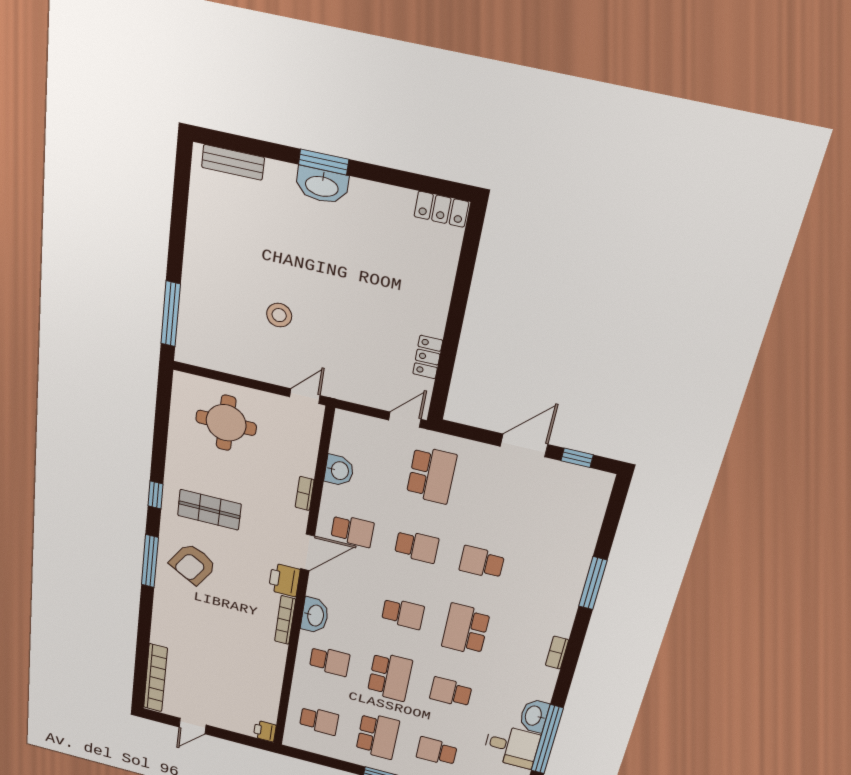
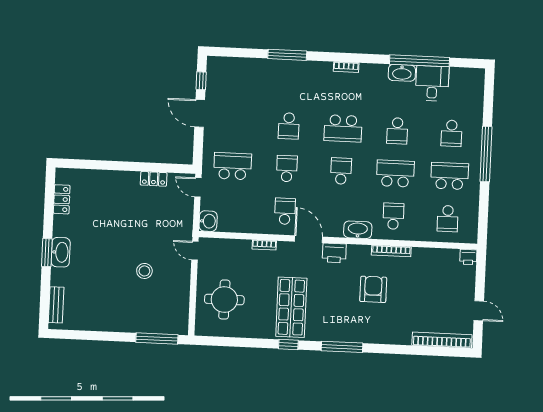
locker: (441, 209) -> (62, 199), moved
washbasin: (339, 470) -> (208, 221), moved, turned 90
shop shelf: (209, 510) -> (291, 307), width x1.43, depth x1.36
armchair: (193, 564) -> (373, 289), moved, turned -122
bookcase: (285, 620) -> (391, 251), moved
school desk: (319, 721) -> (448, 219), turned 180

